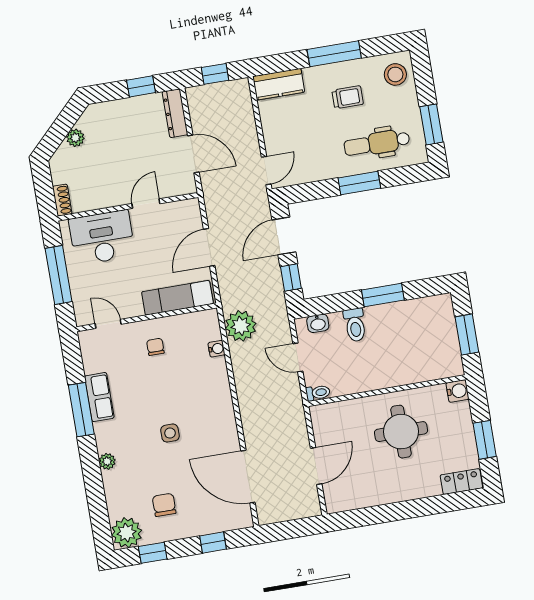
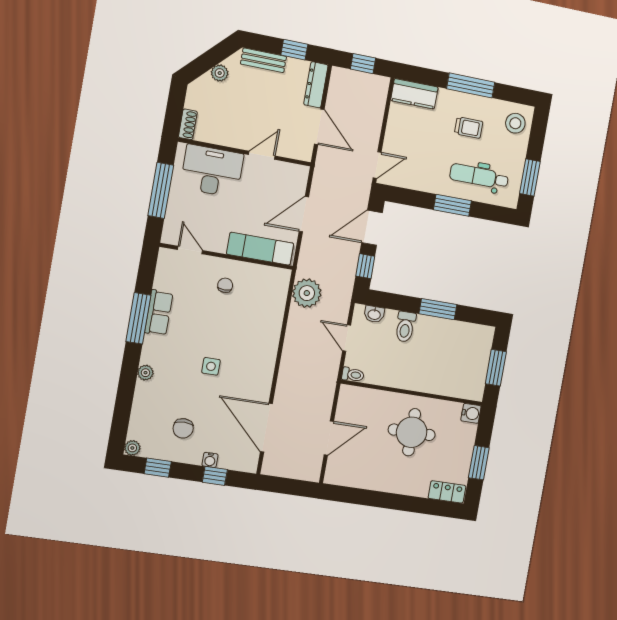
bench: (114, 109) -> (263, 60), added
water cooler: (217, 349) -> (210, 460), moved, turned 90
chair: (164, 505) -> (183, 428), turned 180
plant: (127, 533) -> (132, 448), width x0.53, depth x0.53

